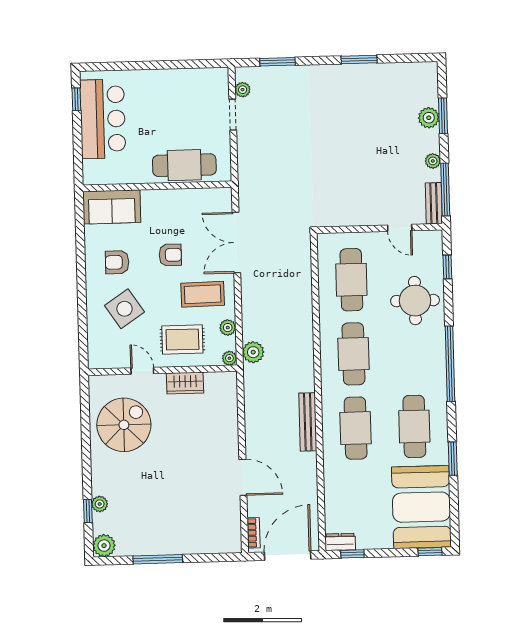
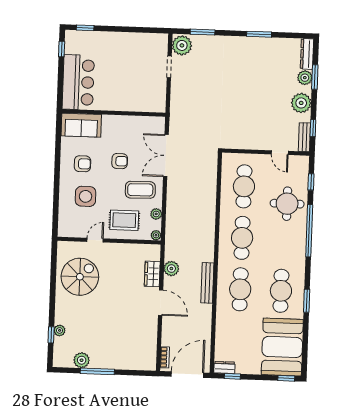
window: (108, 66) -> (85, 28), added
dresser: (430, 83) -> (307, 54), added
plant: (243, 90) -> (182, 45), width x1.88, depth x1.88
bar counter: (103, 119) -> (78, 82), moved
plant: (433, 161) -> (301, 103), width x1.87, depth x1.87
cafe table: (184, 165) -> (133, 100), removed
window: (445, 189) -> (313, 128), width x0.46
armchair: (117, 262) -> (82, 164), turned 180
side table: (125, 309) -> (86, 196), turned 34
plant: (253, 352) -> (171, 269), moved
window: (450, 364) -> (309, 231), moved
door: (142, 371) -> (95, 240), hinge flipped
wardrobe: (185, 383) -> (152, 274), moved, turned 90
window: (453, 459) -> (307, 301), moved
door: (243, 477) -> (161, 303), moved
plant: (104, 546) -> (82, 360), moved

